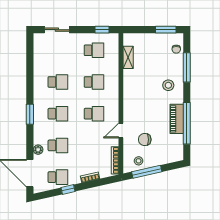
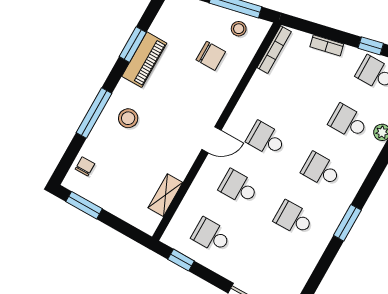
window: (187, 67) -> (94, 113), moved
window: (30, 114) -> (347, 223), moved
window: (187, 123) -> (133, 45), width x0.47
door: (121, 130) -> (211, 140), moved

